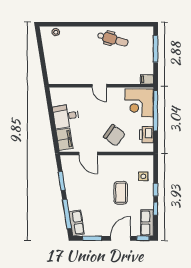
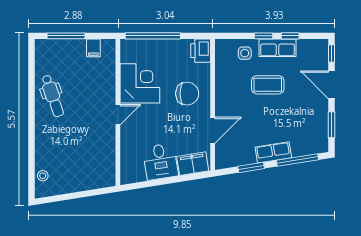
dental chair: (113, 39) -> (53, 96), turned 145
filing cabinet: (147, 79) -> (93, 48), moved
corner desk: (139, 103) -> (140, 83), moved, turned -90
chair: (114, 135) -> (187, 94), turned 53
printer: (146, 135) -> (201, 51), moved, turned 90
row of seats: (77, 223) -> (273, 152), moved
row of seats: (147, 223) -> (278, 48), moved

